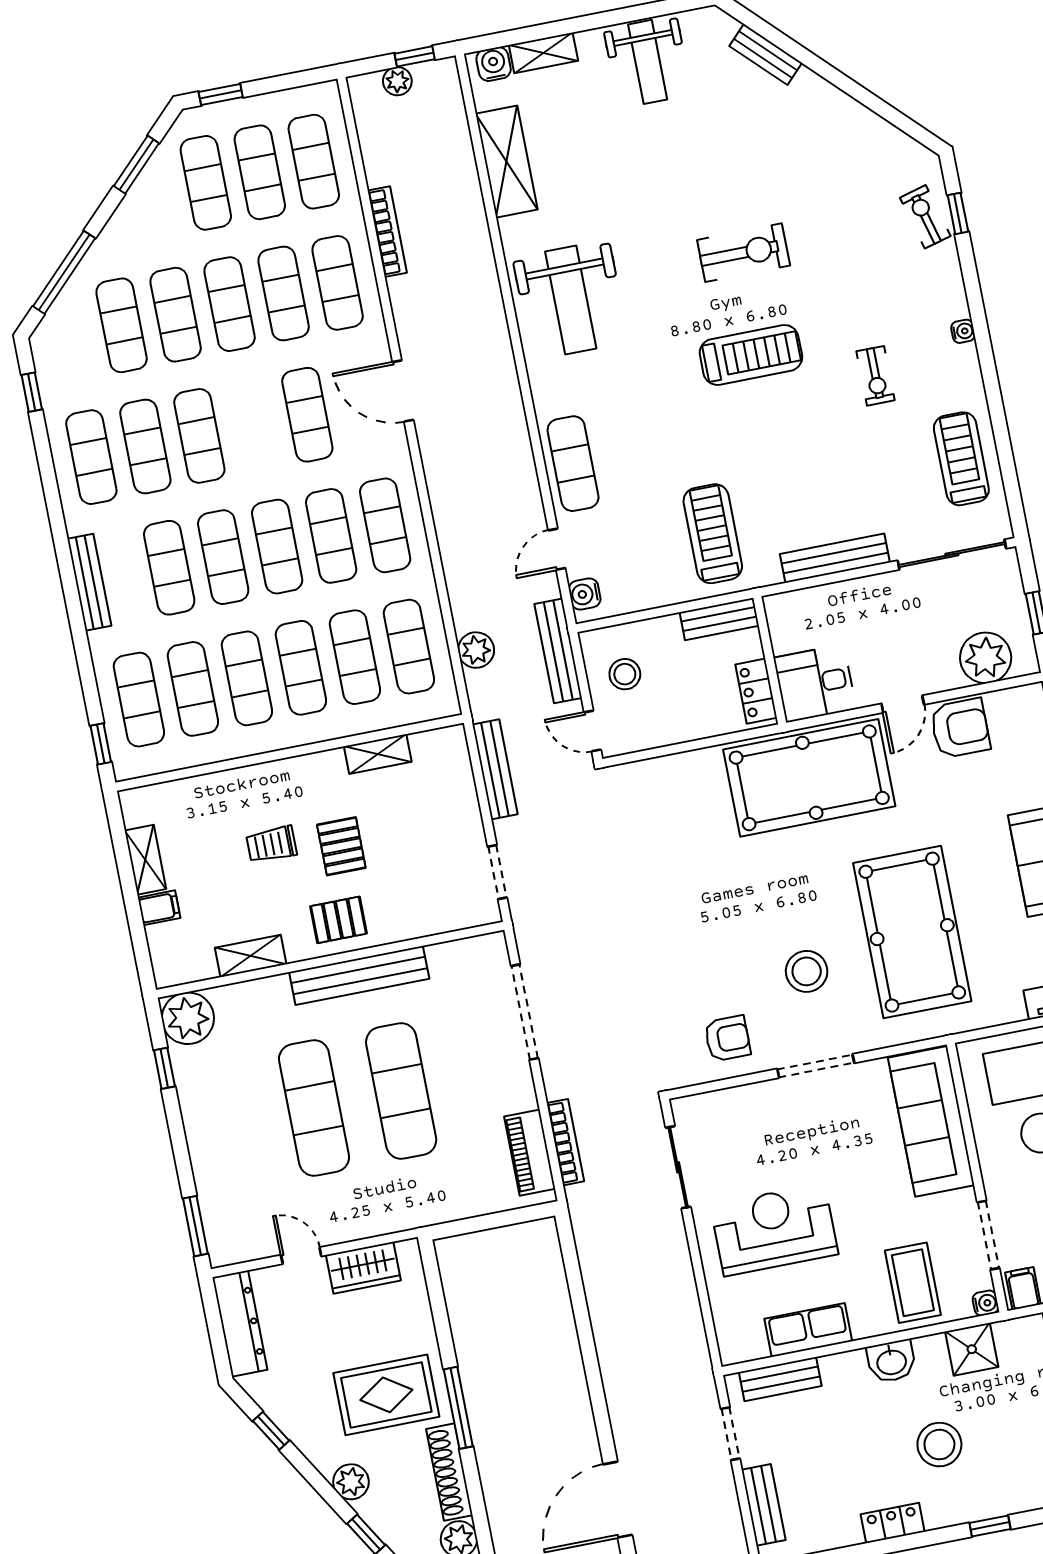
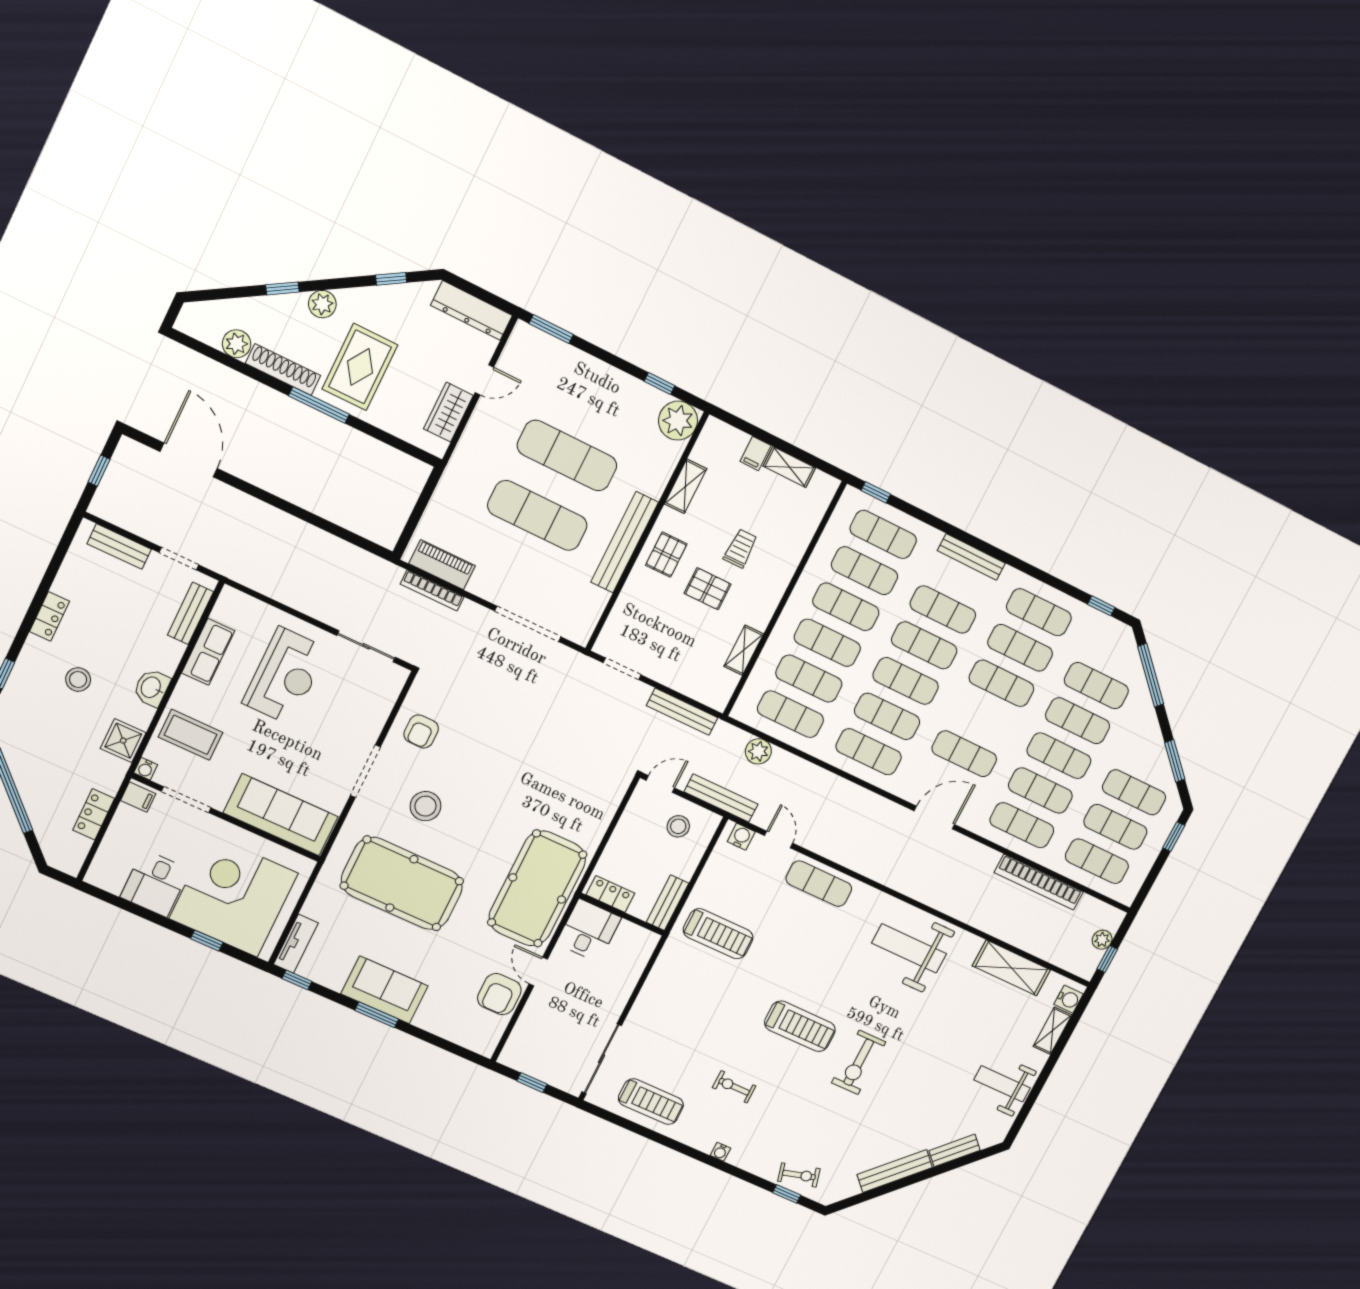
bookcase: (387, 232) -> (1039, 882), width x1.48, depth x1.31
treadmill: (751, 355) -> (800, 1026), turned -90
bench: (835, 558) -> (895, 1171), moved, turned 45
plant: (986, 658) -> (528, 1037), removed
stool: (939, 1445) -> (78, 680), width x0.73, depth x0.73

